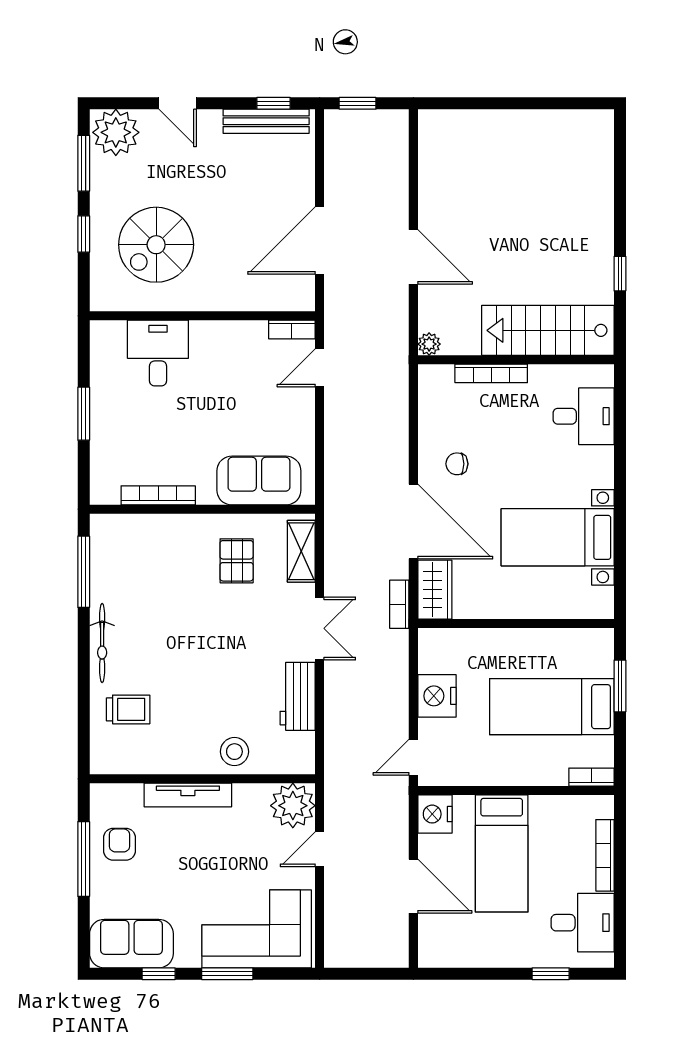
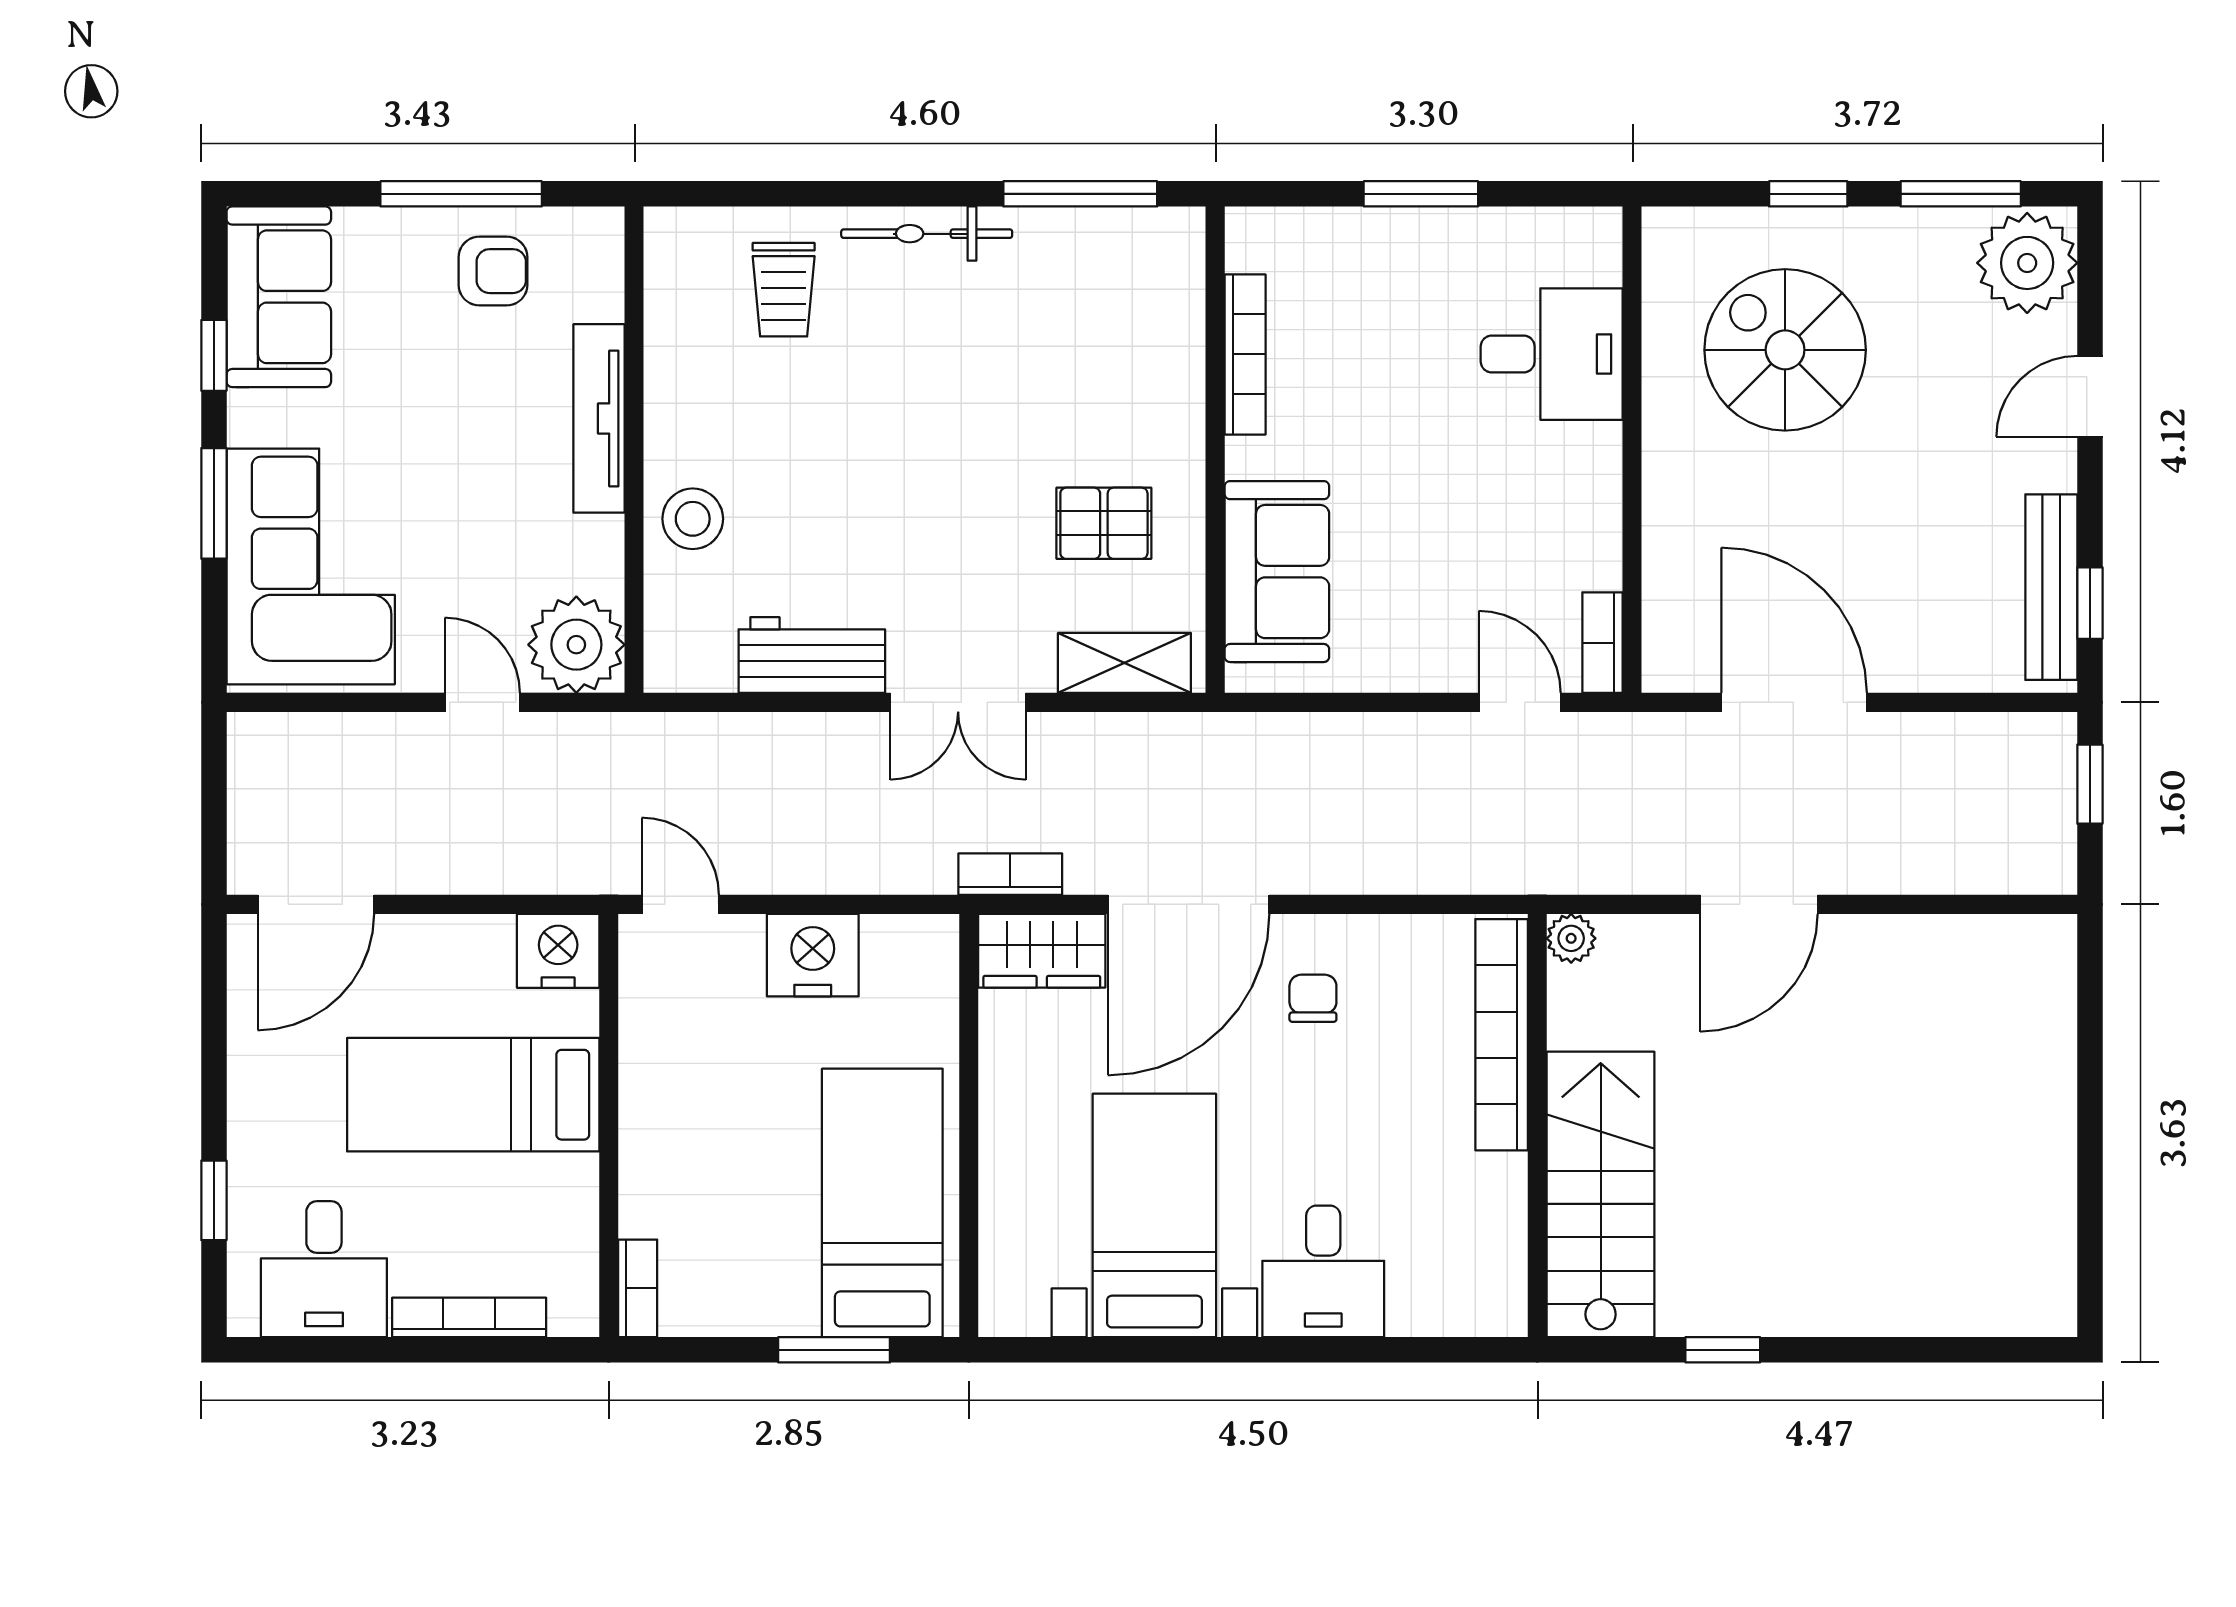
bookcase: (491, 373) -> (1502, 1035), width x1.48, depth x1.31
desk: (584, 416) -> (1323, 1271), moved
bed: (552, 707) -> (882, 1203), moved
door: (413, 886) -> (316, 904), moved

